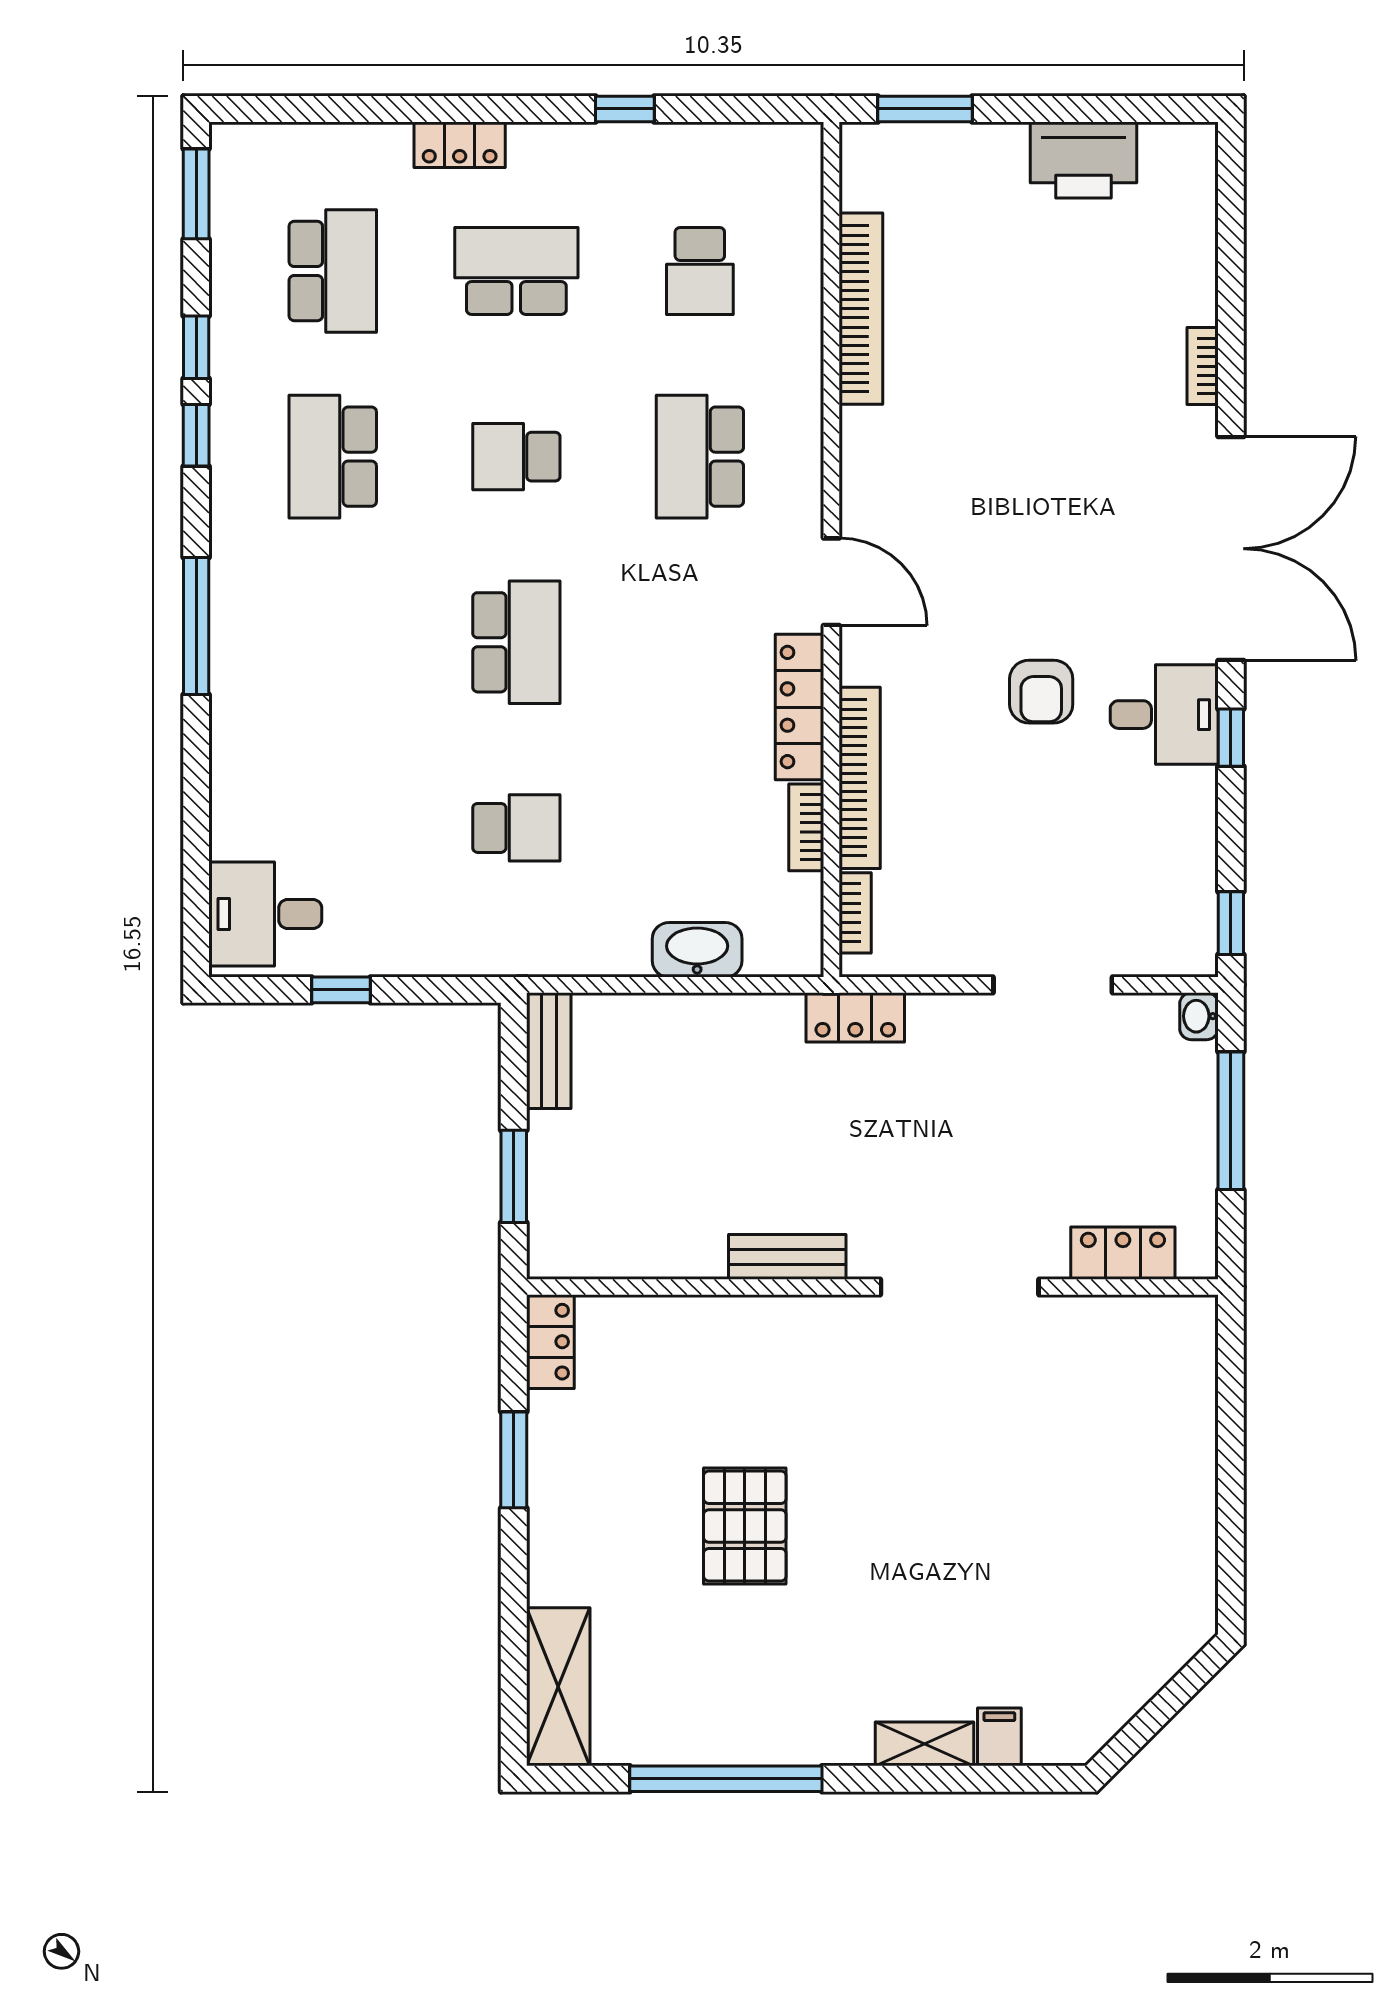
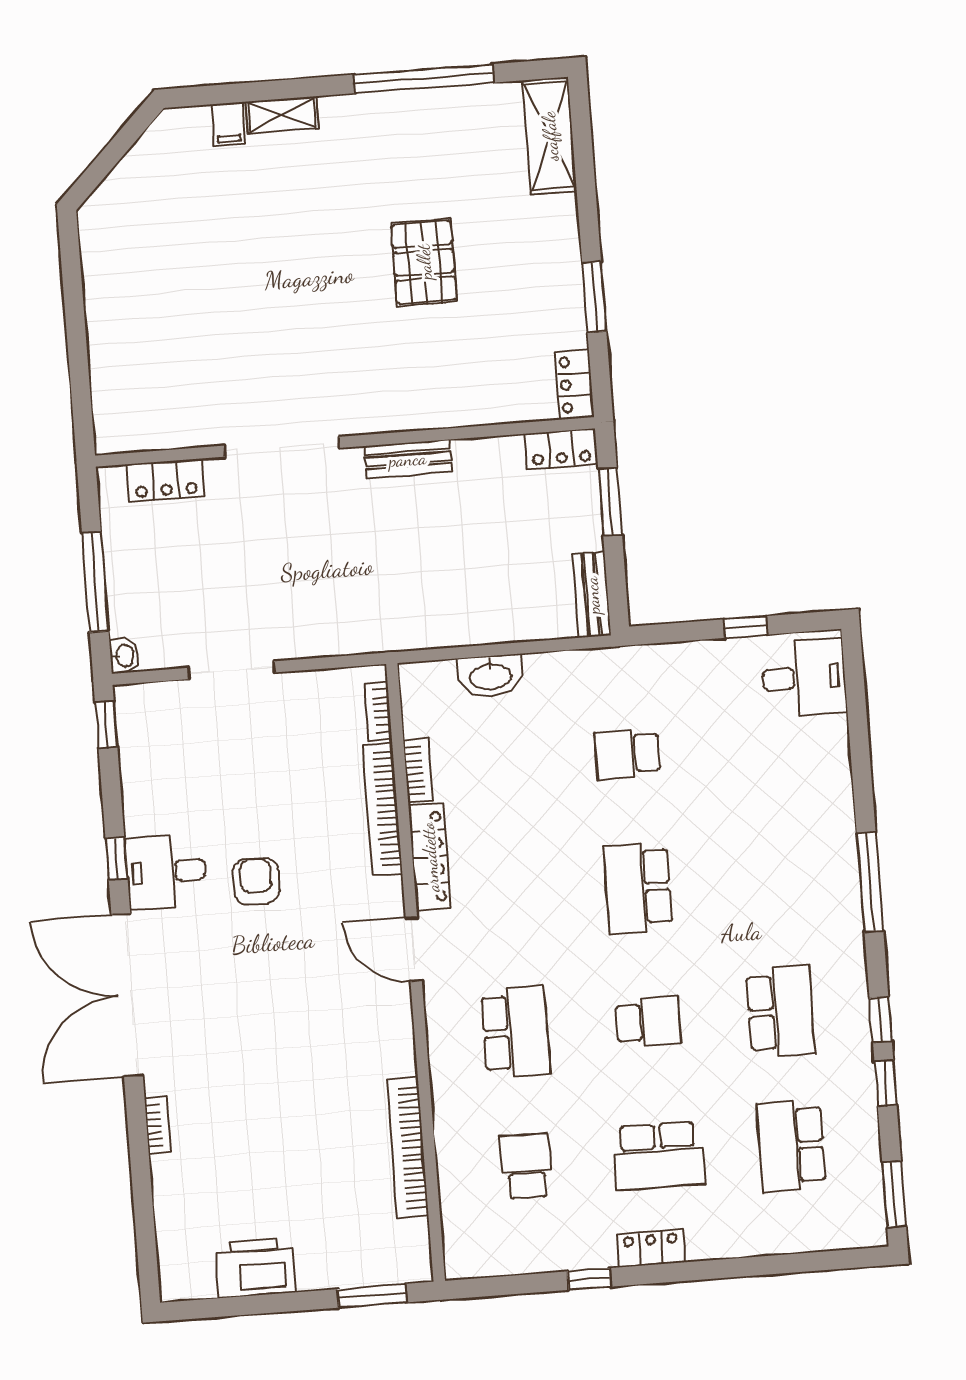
locker: (460, 145) -> (651, 1248), moved
locker: (855, 1017) -> (561, 449), moved, turned 180

